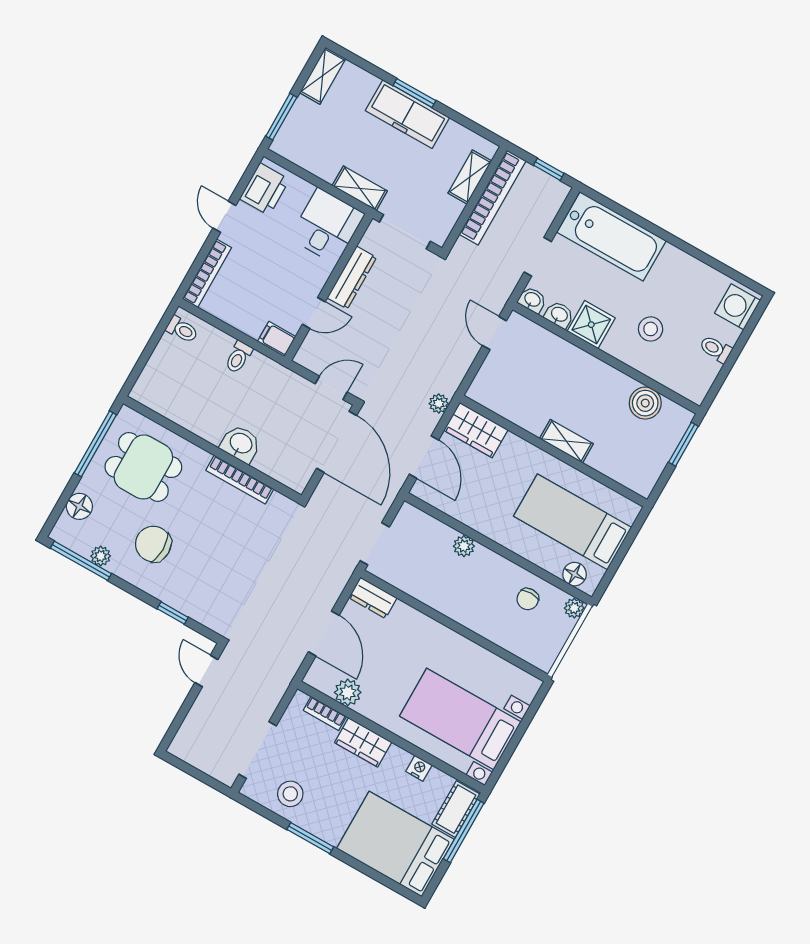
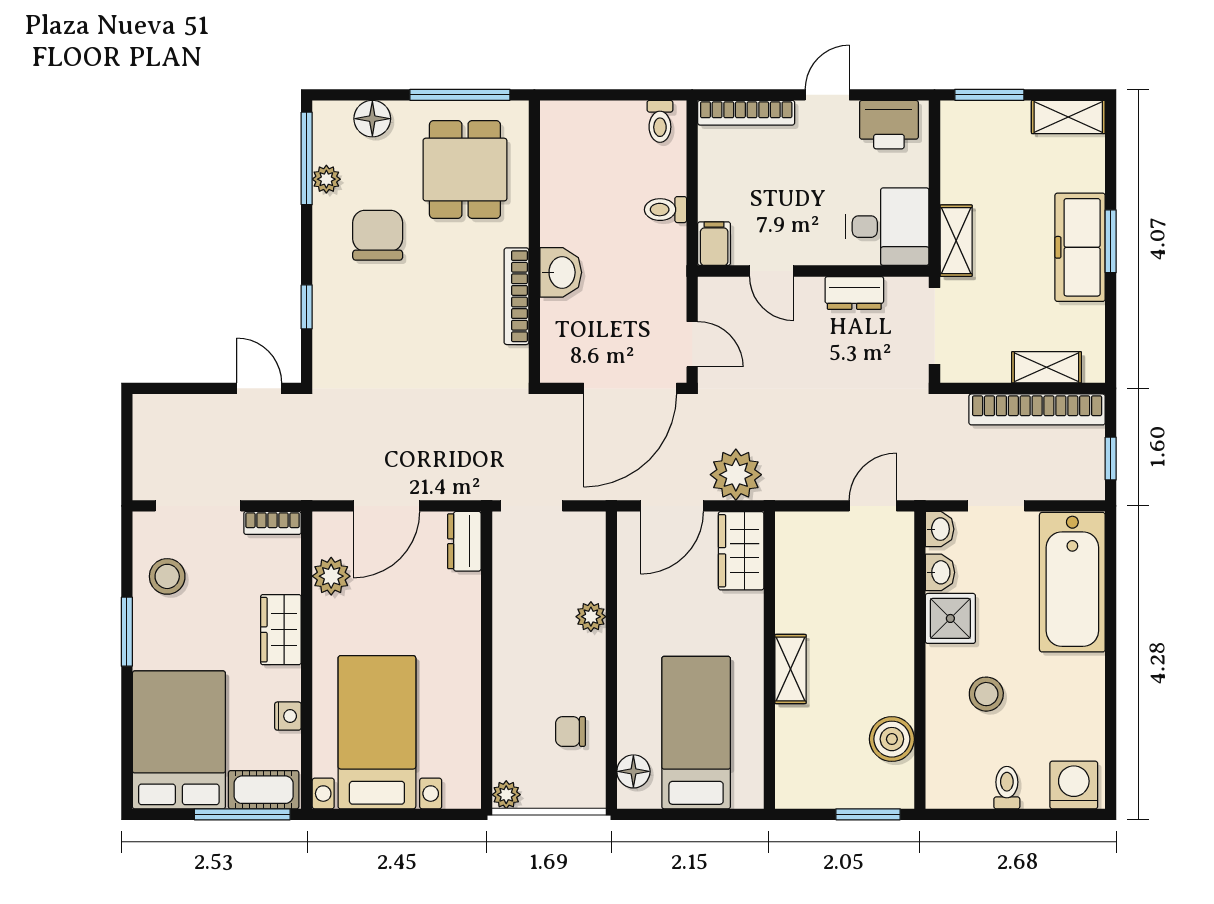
dresser: (352, 278) -> (854, 293), width x0.70
plant: (439, 403) -> (736, 475), width x1.88, depth x1.88
plant: (574, 608) -> (506, 795), moved
door: (206, 671) -> (259, 388), hinge flipped
bookcase: (325, 713) -> (272, 523), moved, turned -90

